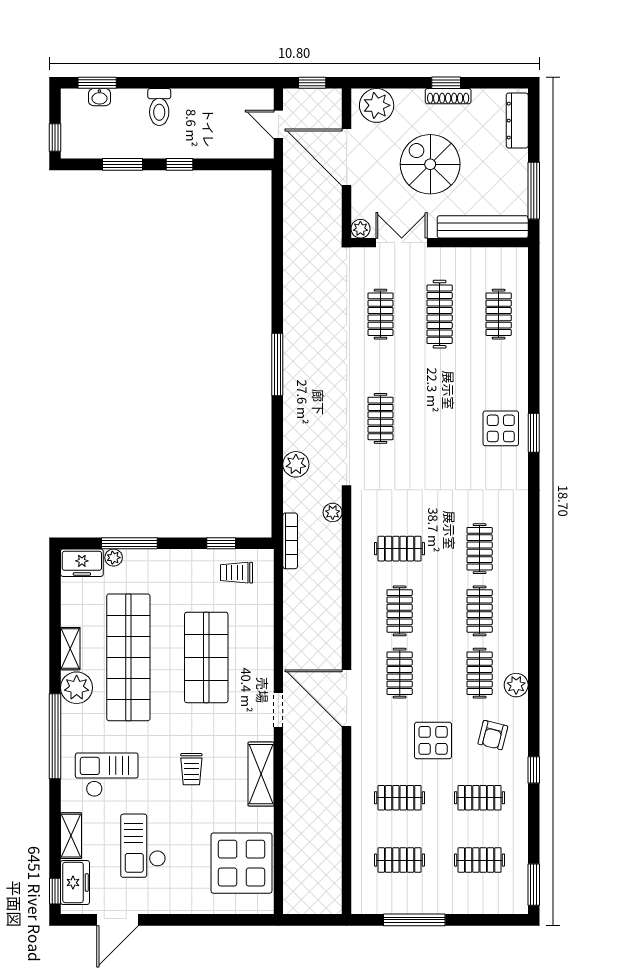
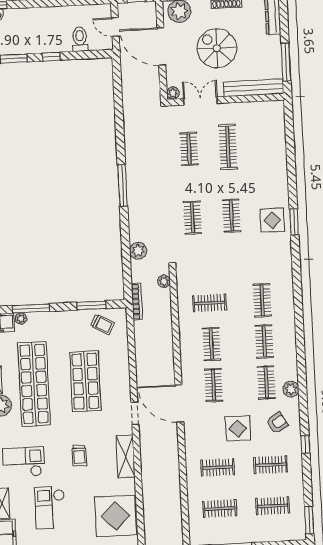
toilet: (159, 107) -> (80, 39), moved, turned 180
clothes rail: (499, 314) -> (231, 216), moved
window: (221, 543) -> (91, 305), width x1.50
trolley: (237, 573) -> (103, 324), turned -151
armchair: (493, 735) -> (277, 423), turned -135

